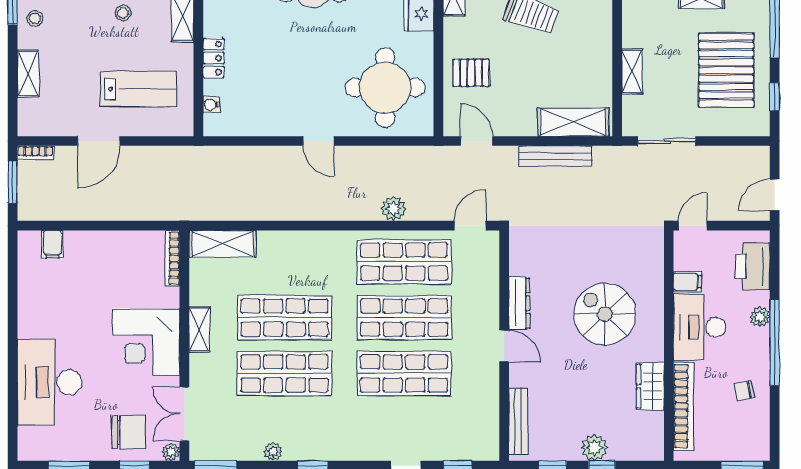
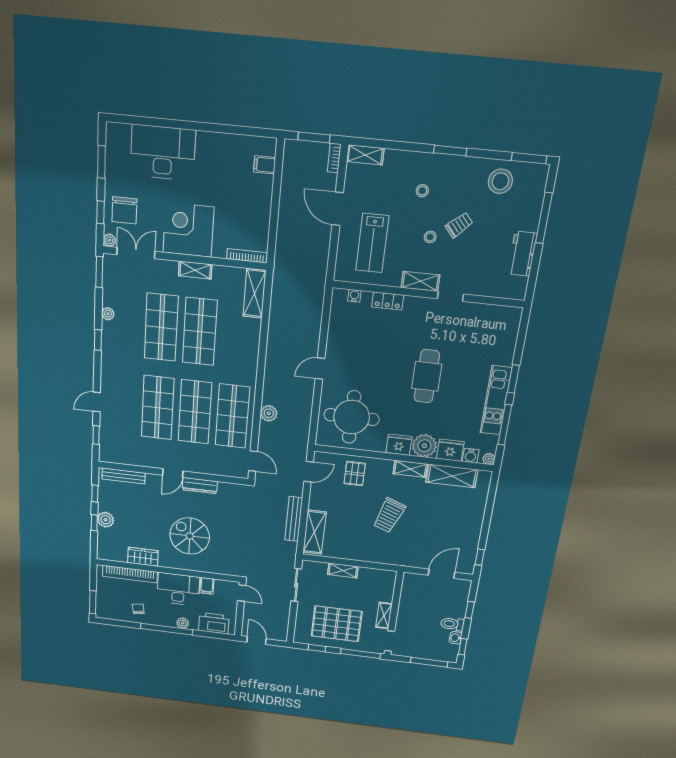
stool: (35, 19) -> (422, 191), moved
shelving: (28, 74) -> (365, 155), moved
spiral stairs: (605, 314) -> (190, 536), turned -90

